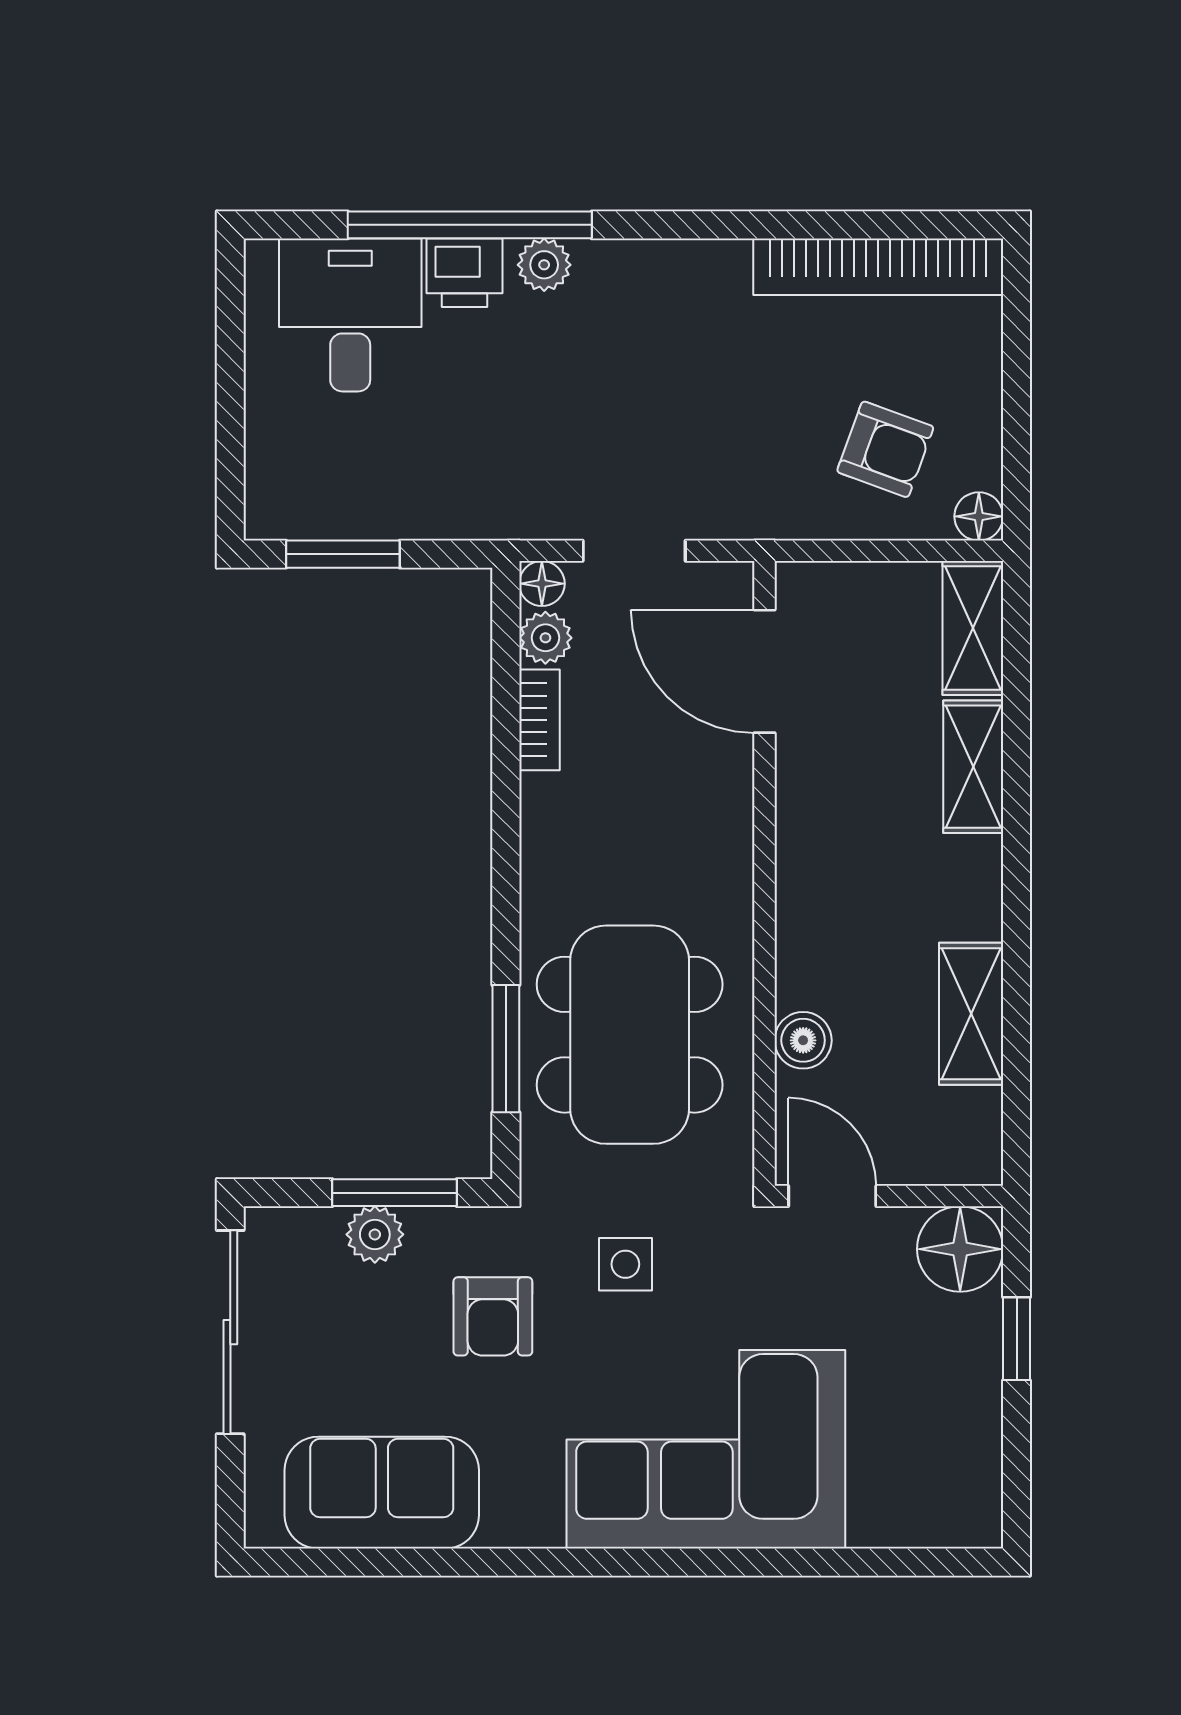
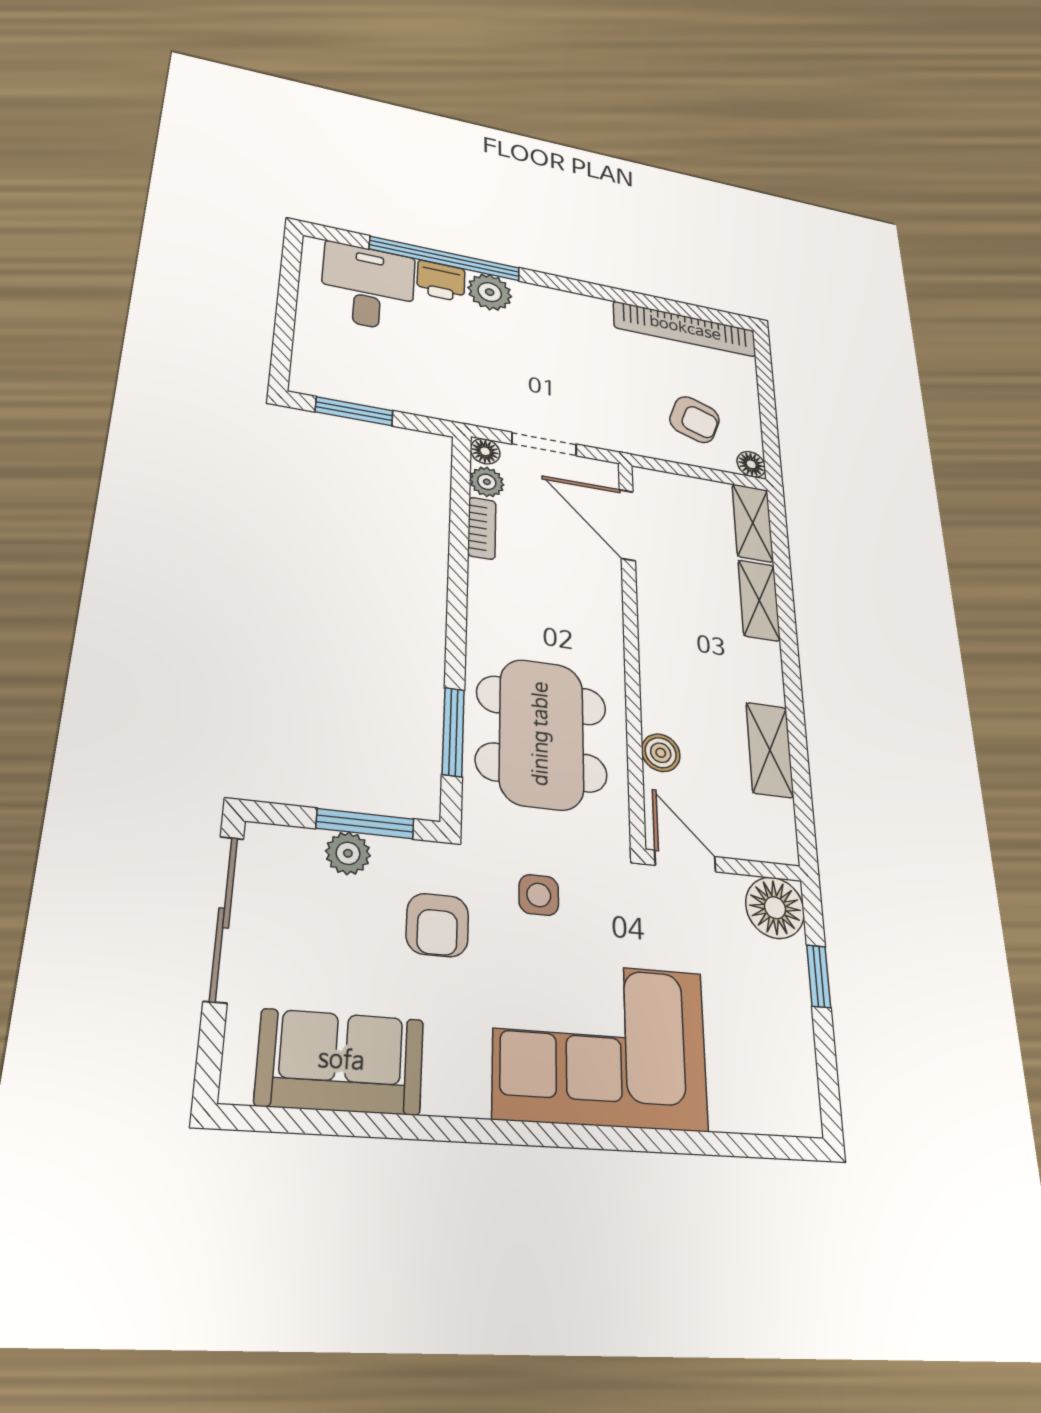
plant: (544, 265) -> (490, 292), width x1.38, depth x1.38

